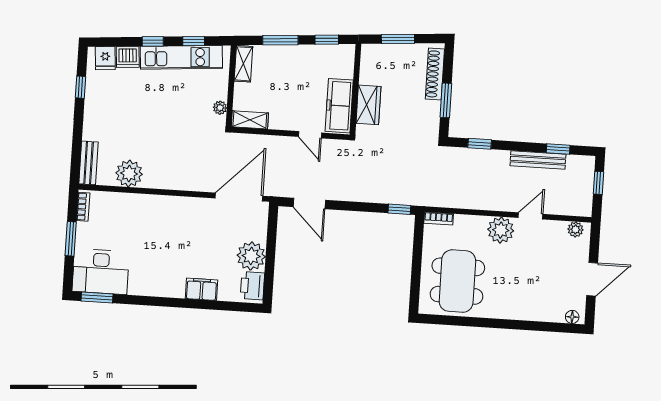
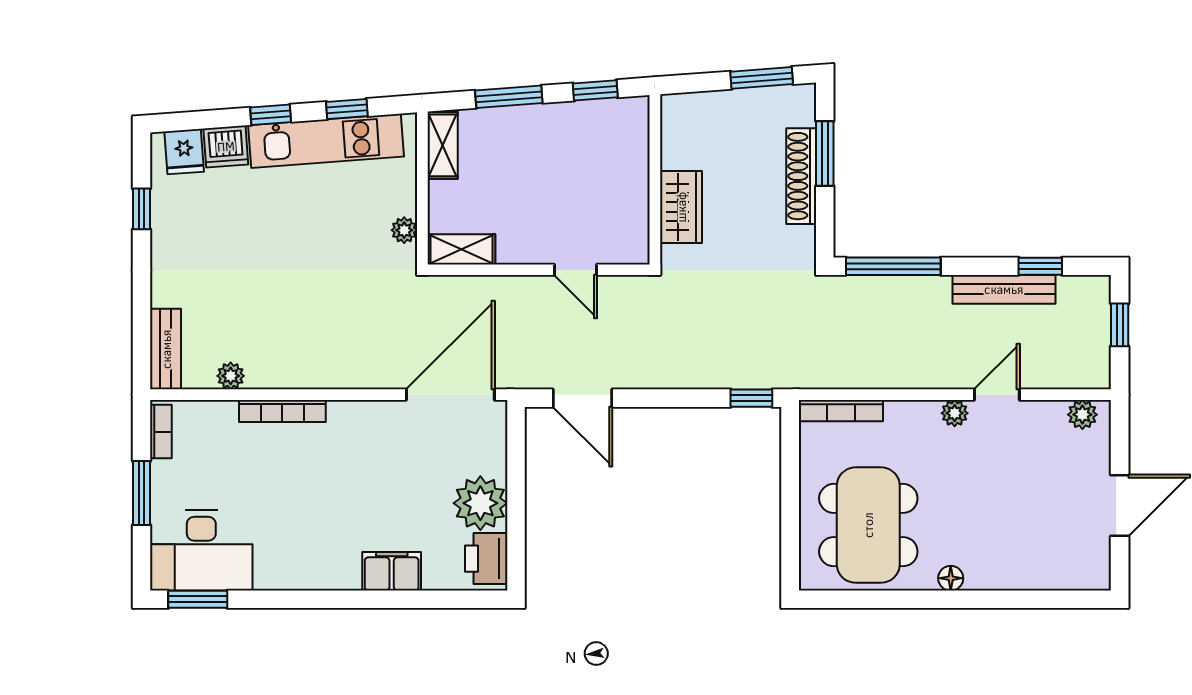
window: (398, 39) -> (762, 78), moved
shoe rack: (435, 74) -> (801, 176), moved
window: (446, 100) -> (825, 153), moved
freezer: (339, 106) -> (627, 212), removed
window: (480, 144) -> (893, 266), width x2.17
plant: (129, 174) -> (231, 376), width x0.53, depth x0.53
bookcase: (149, 200) -> (282, 411), added
bookcase: (439, 219) -> (841, 411), width x1.56
plant: (501, 230) -> (955, 413), width x0.53, depth x0.53
floor lamp: (572, 317) -> (951, 578), moved

